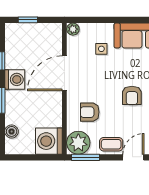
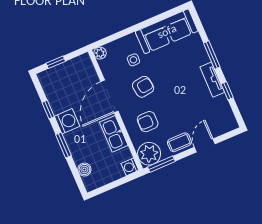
armchair: (132, 95) -> (143, 87), moved, turned -98
kitchen sink: (53, 110) -> (114, 134), added
washing machine: (49, 141) -> (130, 167), width x0.53, depth x0.53

